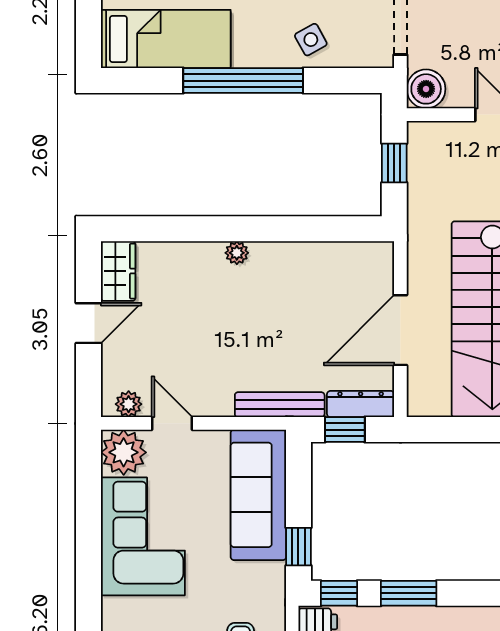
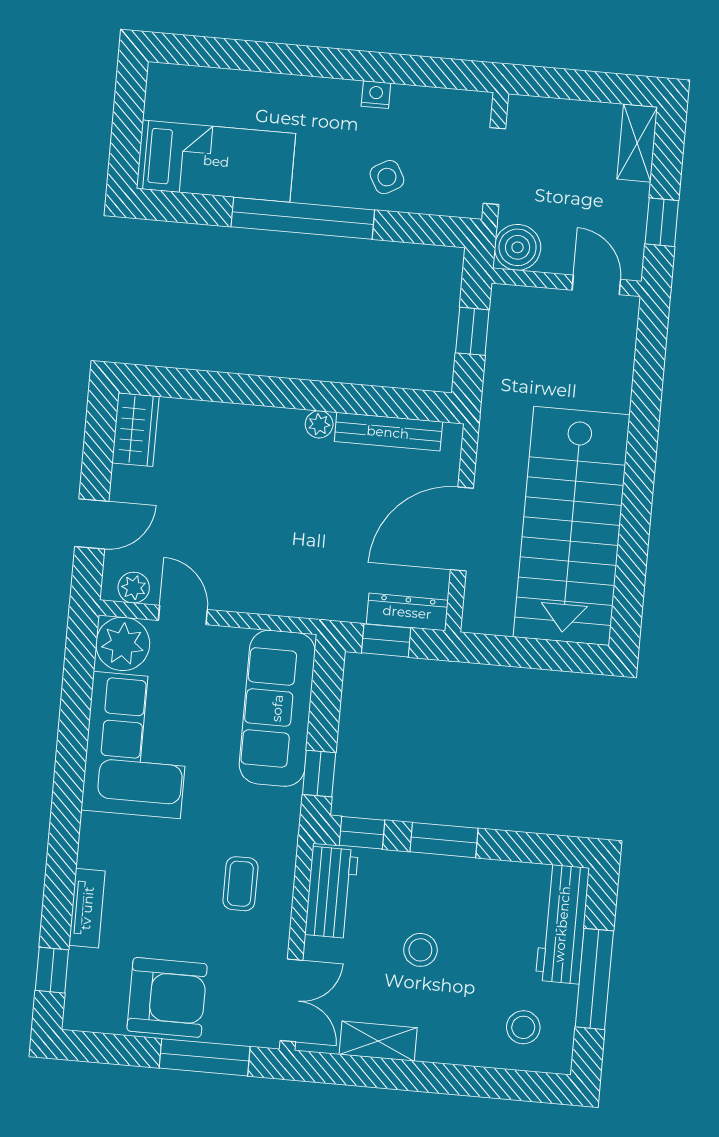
plant: (237, 253) -> (319, 424), moved
door: (88, 323) -> (92, 524), moved
bench: (280, 405) -> (388, 432), moved

